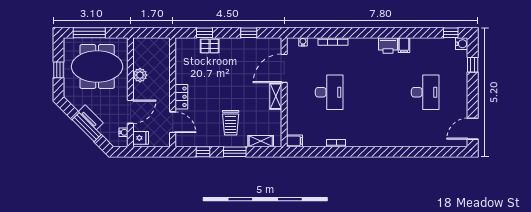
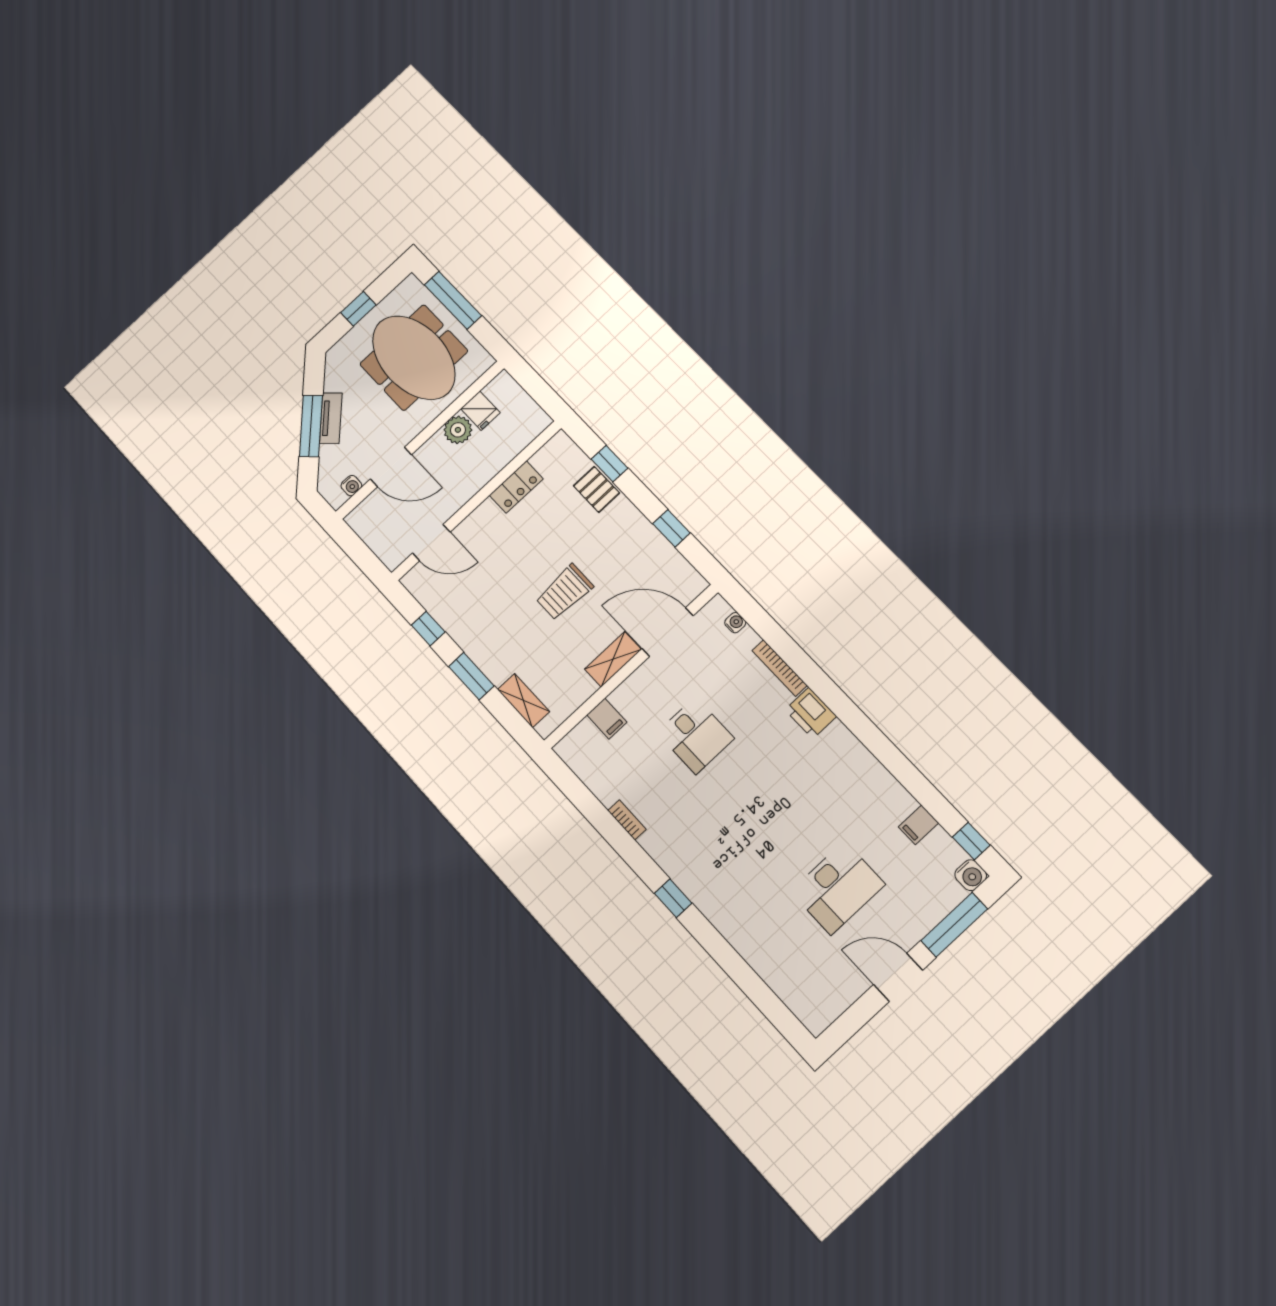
printer: (388, 45) -> (811, 713), moved
filing cabinet: (404, 45) -> (918, 825), moved
window: (473, 65) -> (954, 925), width x2.17
desk: (329, 92) -> (696, 735), width x0.73
locker: (181, 97) -> (516, 487), moved
door: (173, 122) -> (431, 543), hinge flipped
trolley: (231, 123) -> (564, 592), moved
door: (473, 129) -> (898, 977), moved
fridge: (141, 138) -> (480, 411), moved
filing cabinet: (295, 141) -> (607, 719), moved
window: (377, 152) -> (673, 898), added

